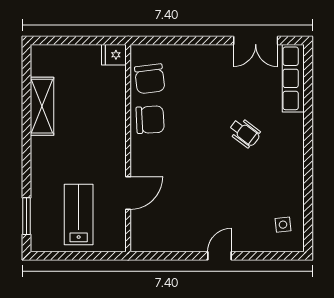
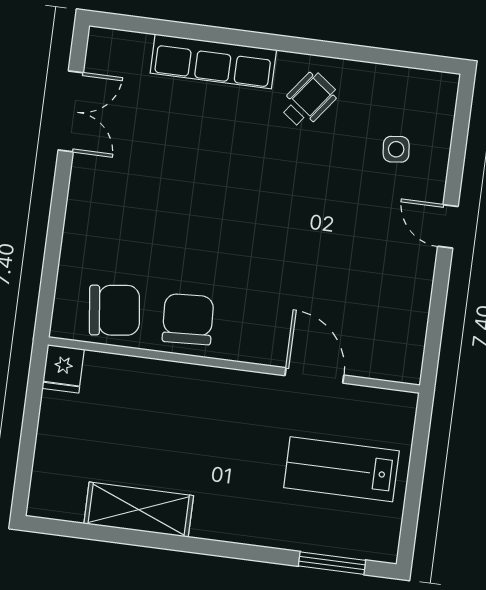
row of seats: (293, 78) -> (213, 61), moved
wheelchair: (245, 133) -> (308, 100), moved
side table: (283, 225) -> (396, 149), moved

